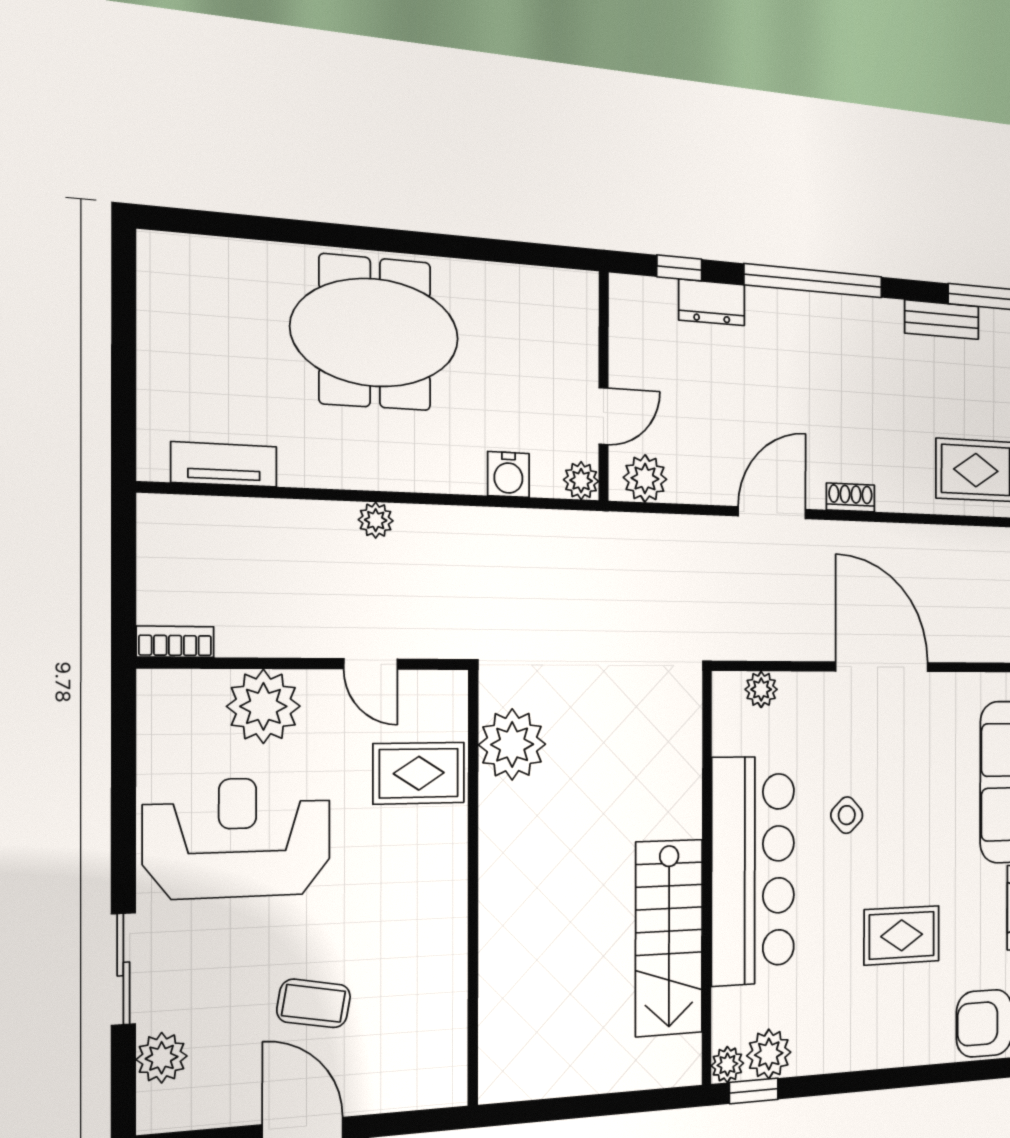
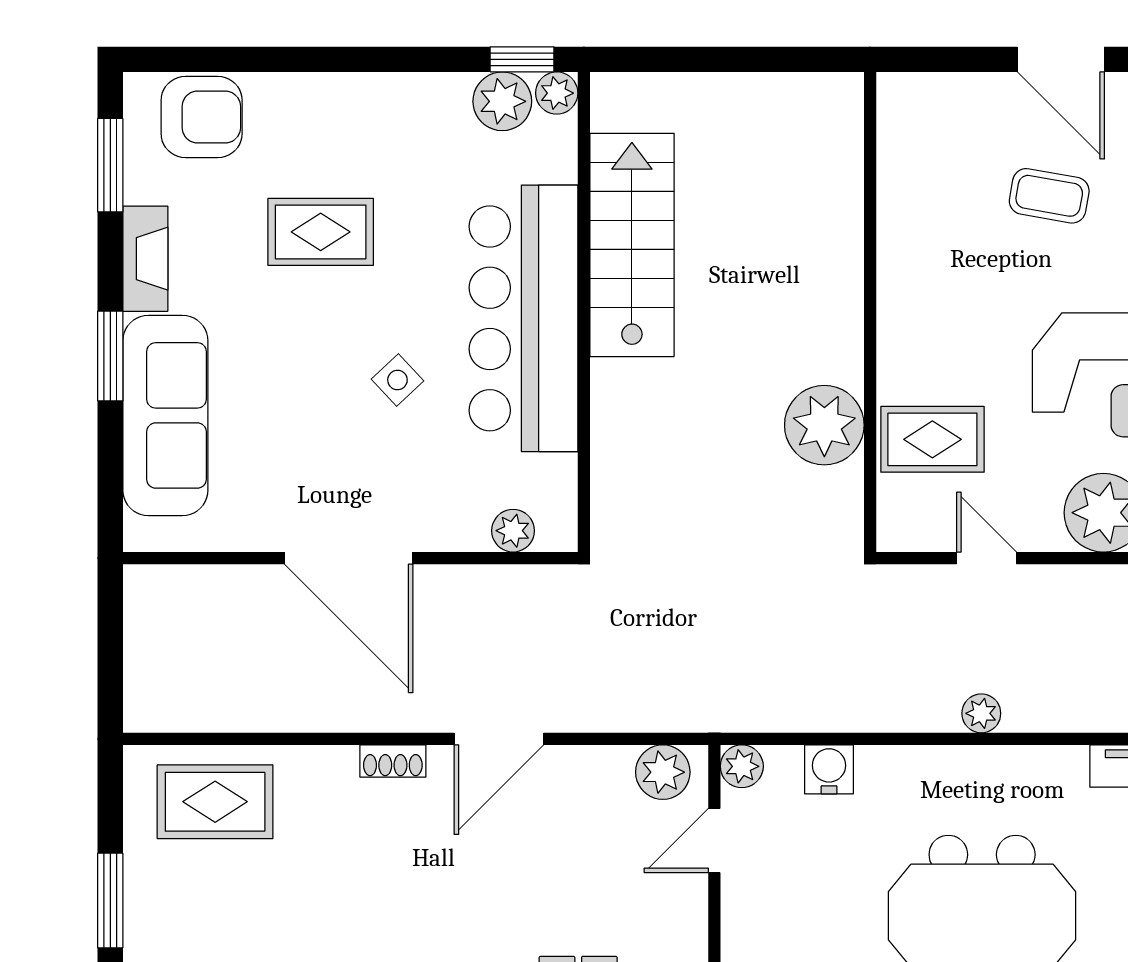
plant: (512, 744) -> (824, 425), moved

